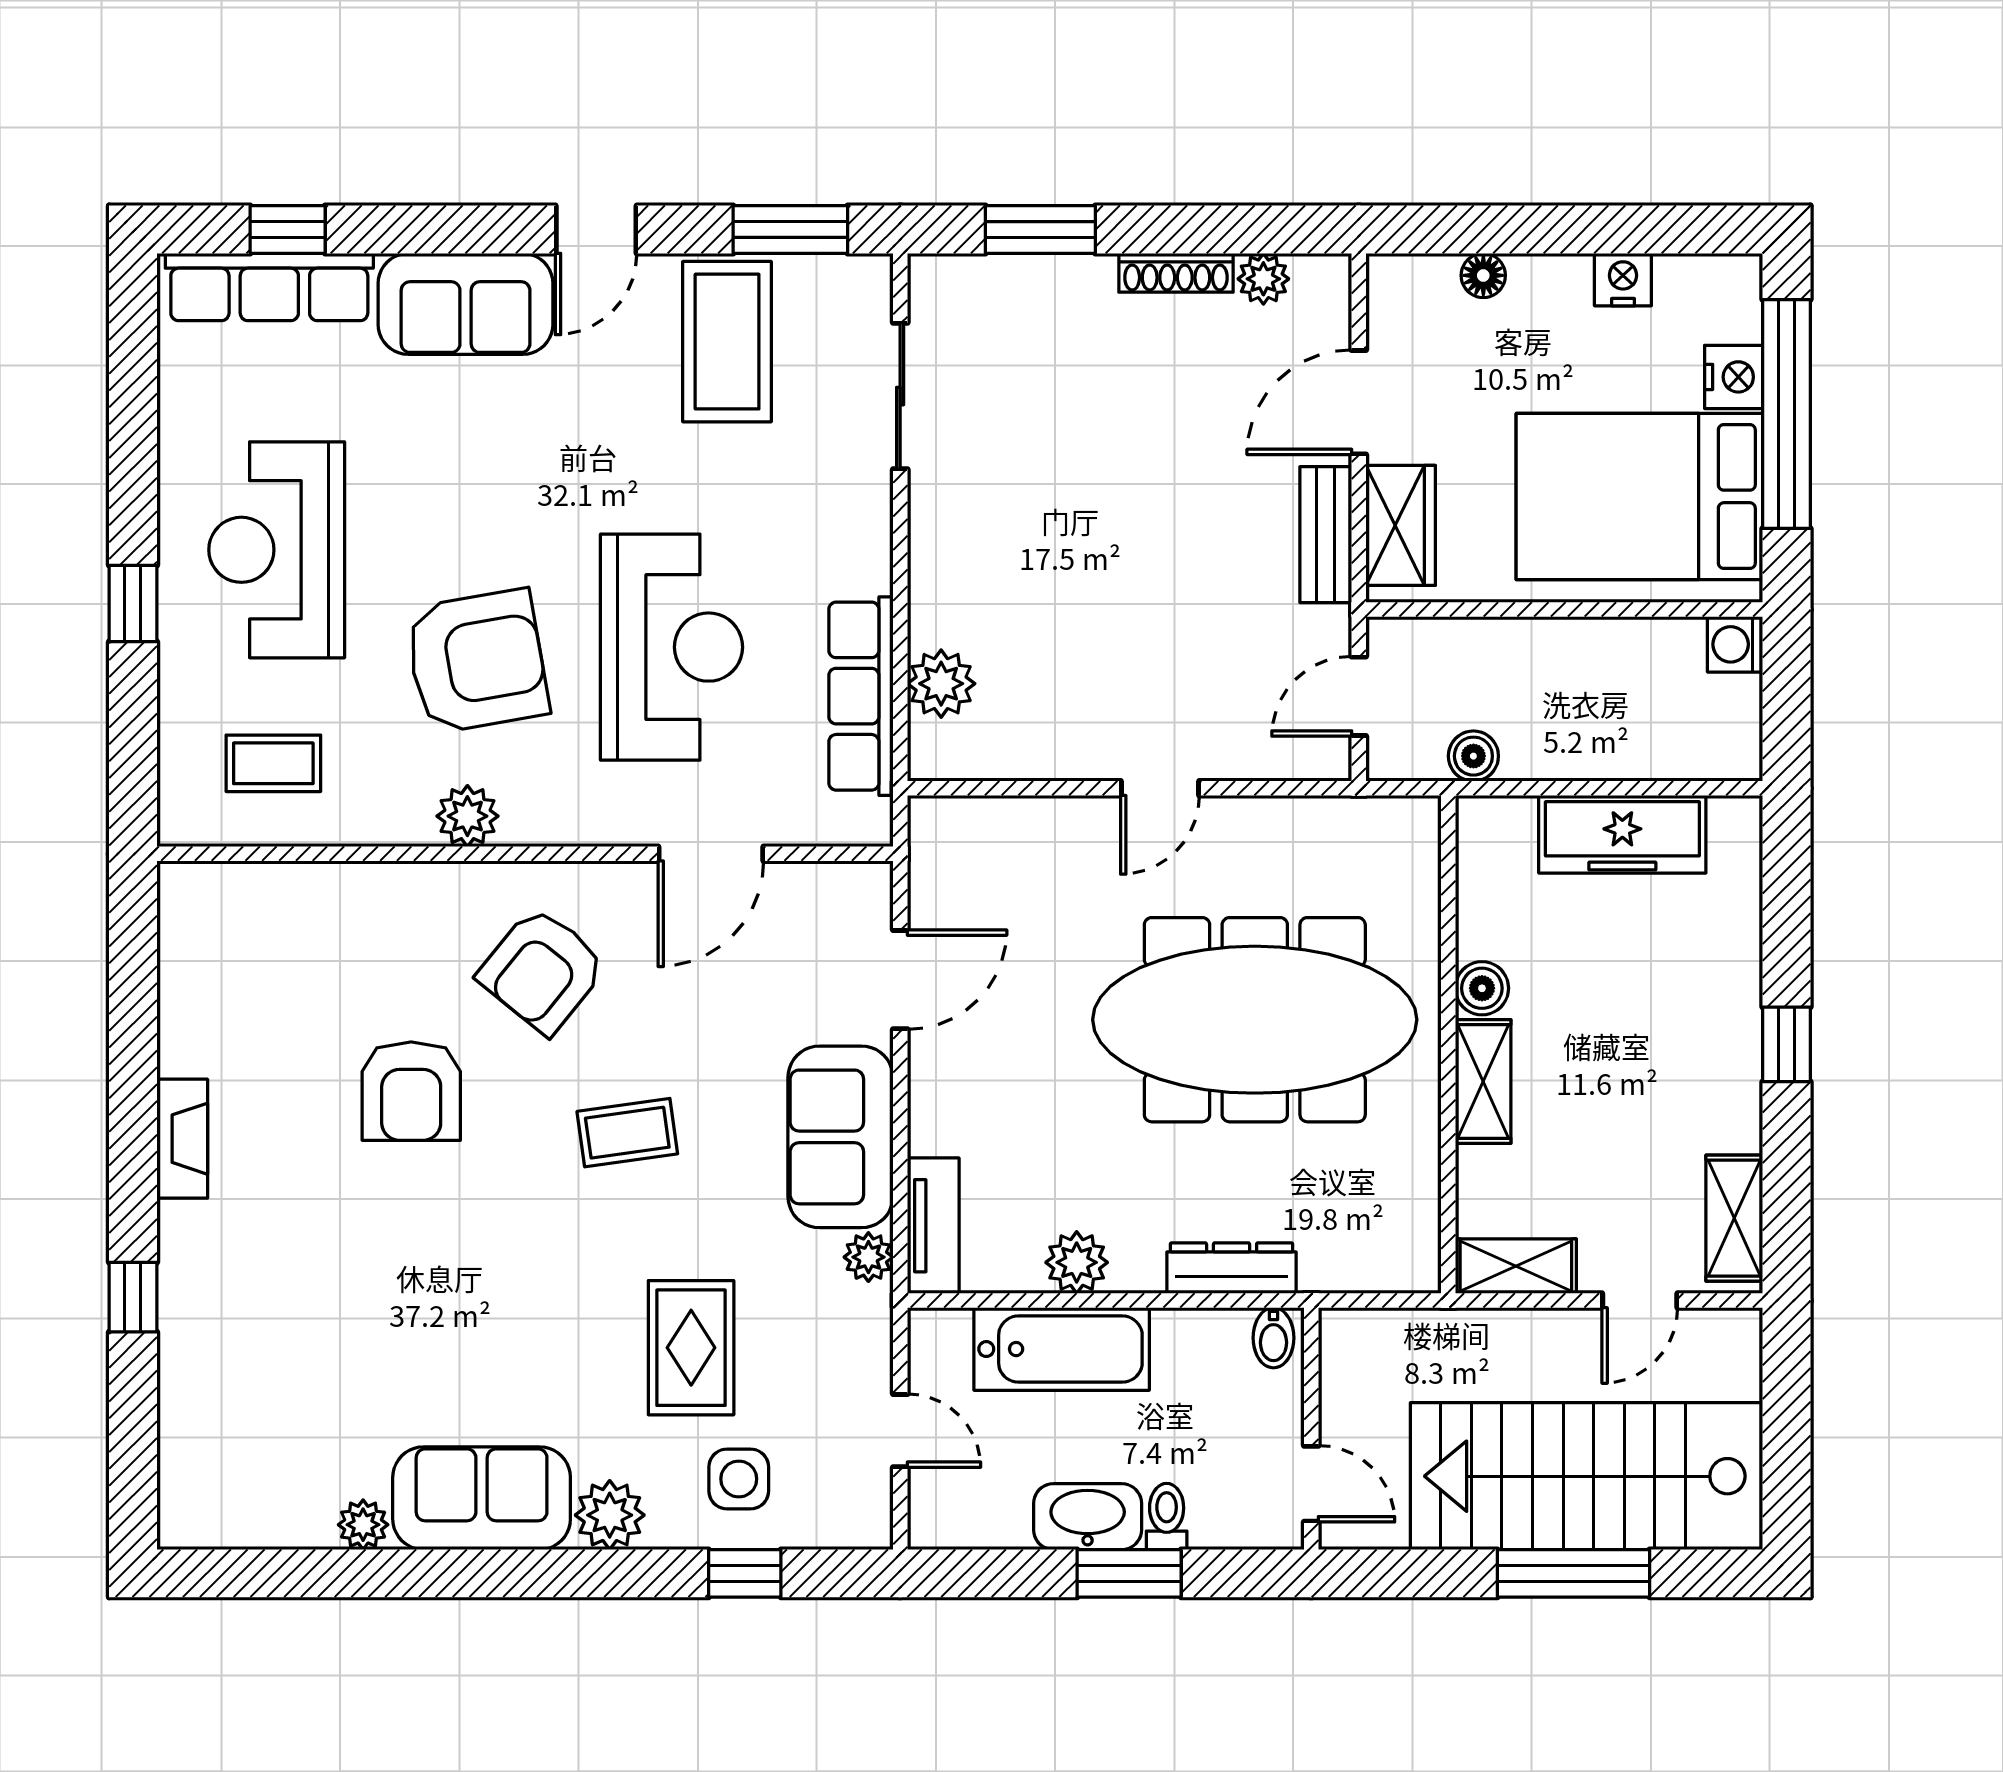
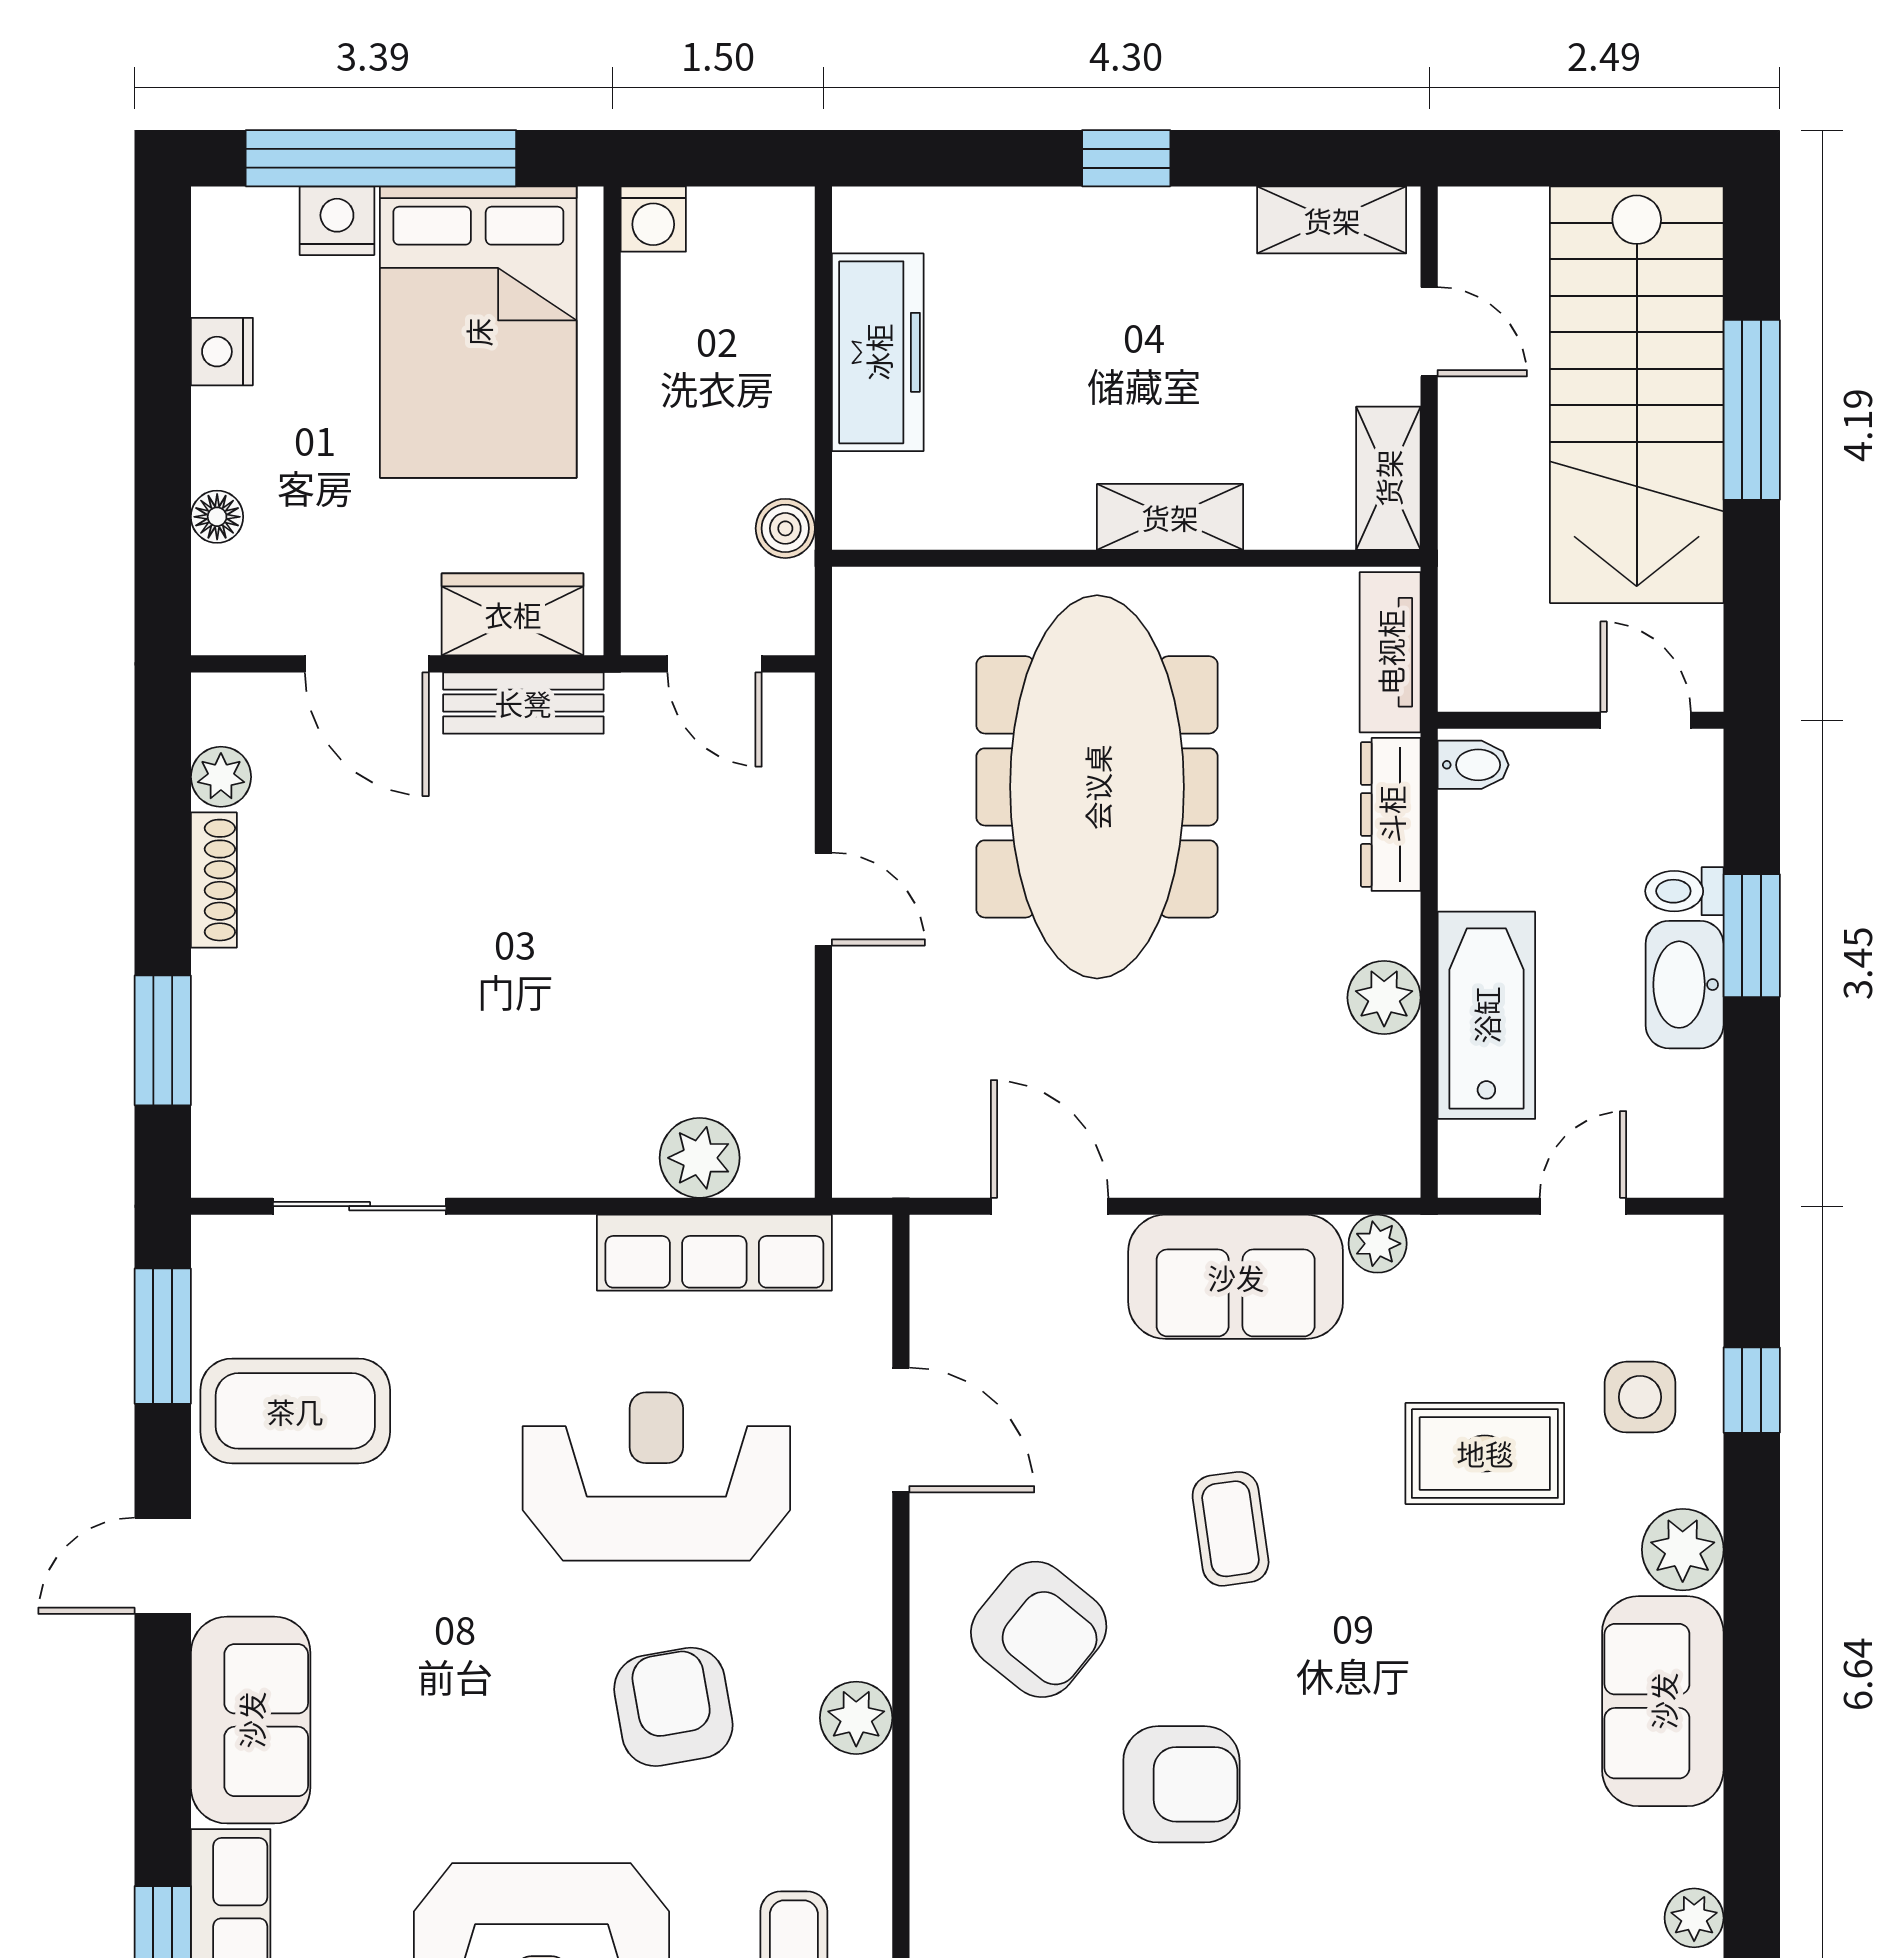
door: (596, 230) -> (163, 1566), swing flipped
armchair: (477, 661) -> (673, 1707), width x0.73, depth x0.73
boiler: (1482, 988) -> (1060, 518), removed
tv unit: (933, 1226) -> (1390, 652), moved, turned -90
door: (1311, 1484) -> (1646, 720), hinge flipped
plant: (363, 1525) -> (1694, 1918), moved

